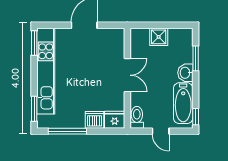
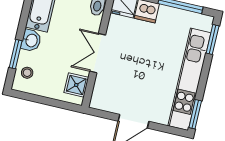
shower: (159, 37) -> (76, 85), moved
stool: (182, 45) -> (27, 73), added

